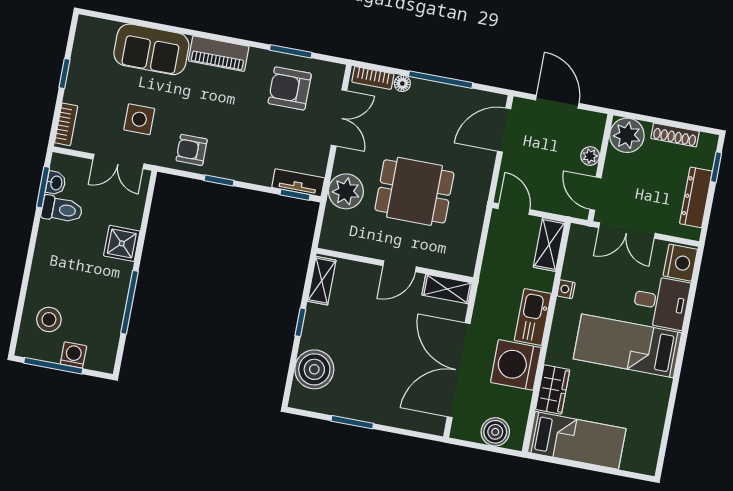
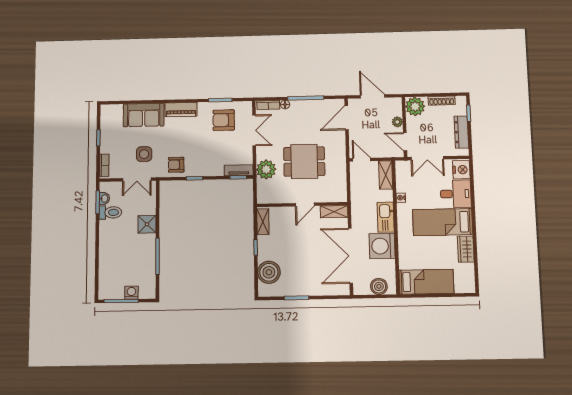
stool: (49, 319) -> (114, 275), removed
wardrobe: (553, 390) -> (466, 249), moved, turned 180

